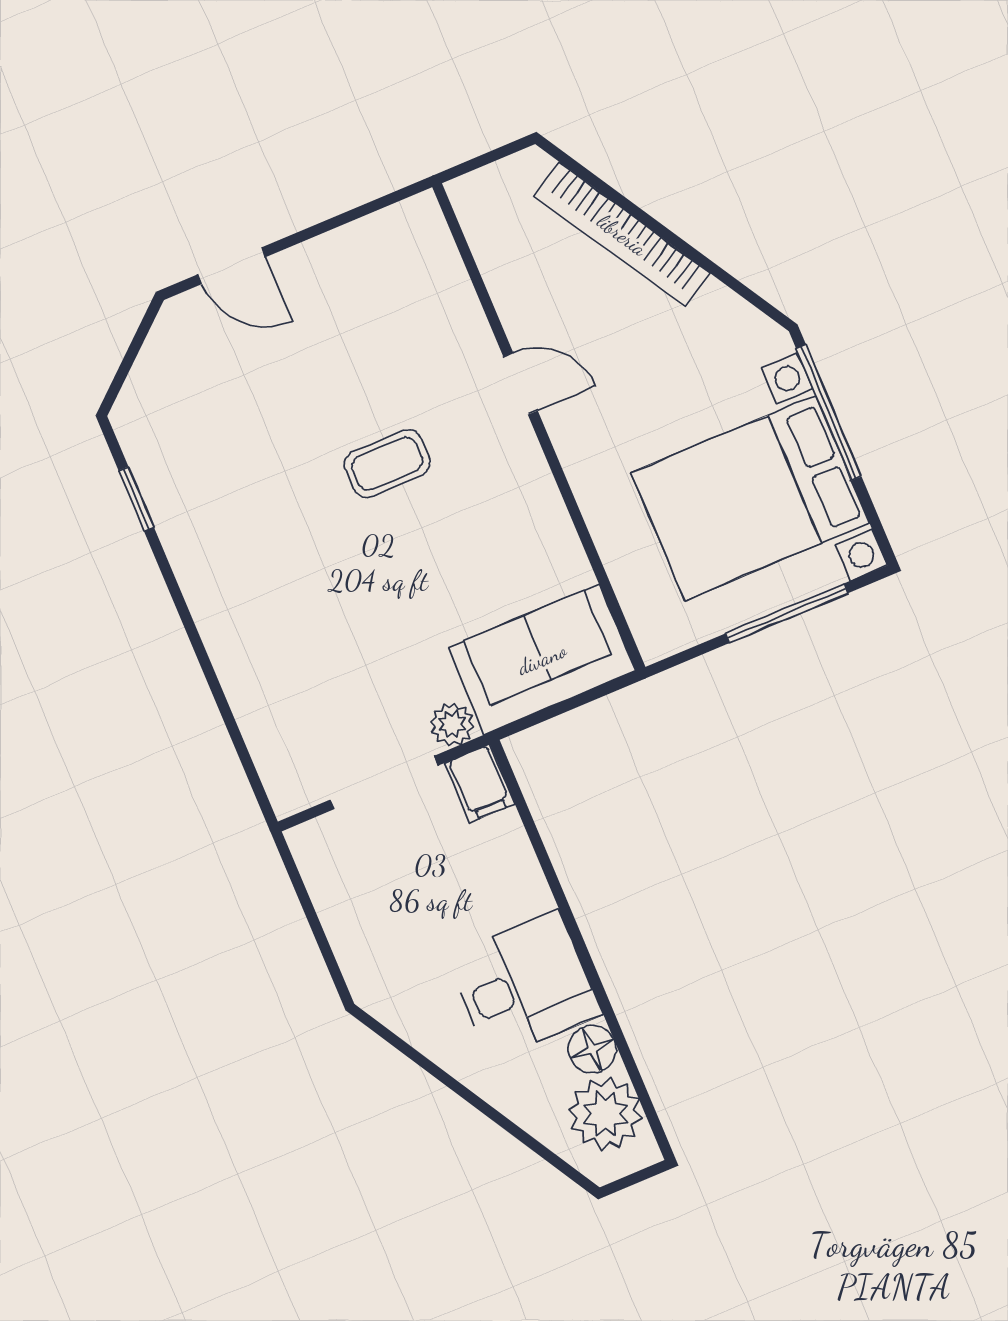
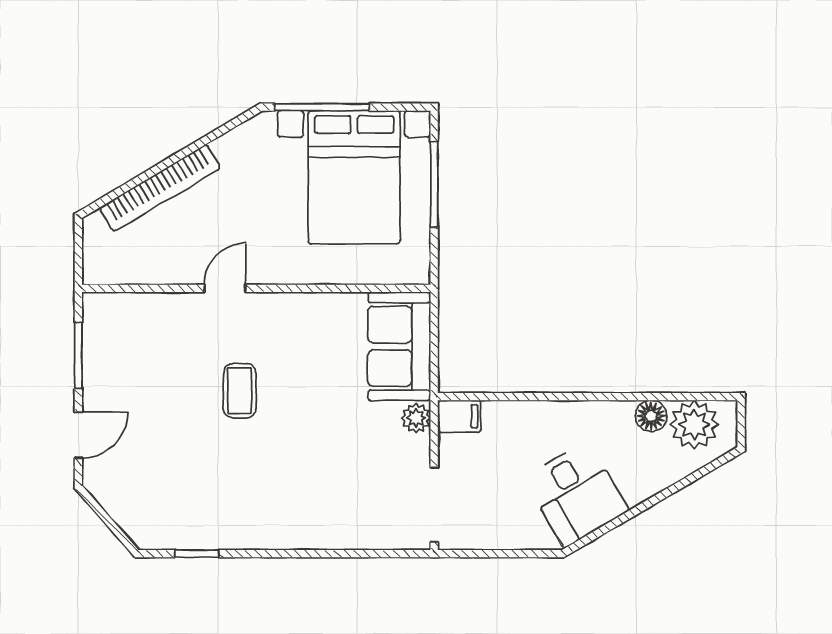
window: (342, 219) -> (78, 356), added
doorway: (384, 783) -> (434, 505), moved
desk: (524, 985) -> (576, 494), moved, turned 150

